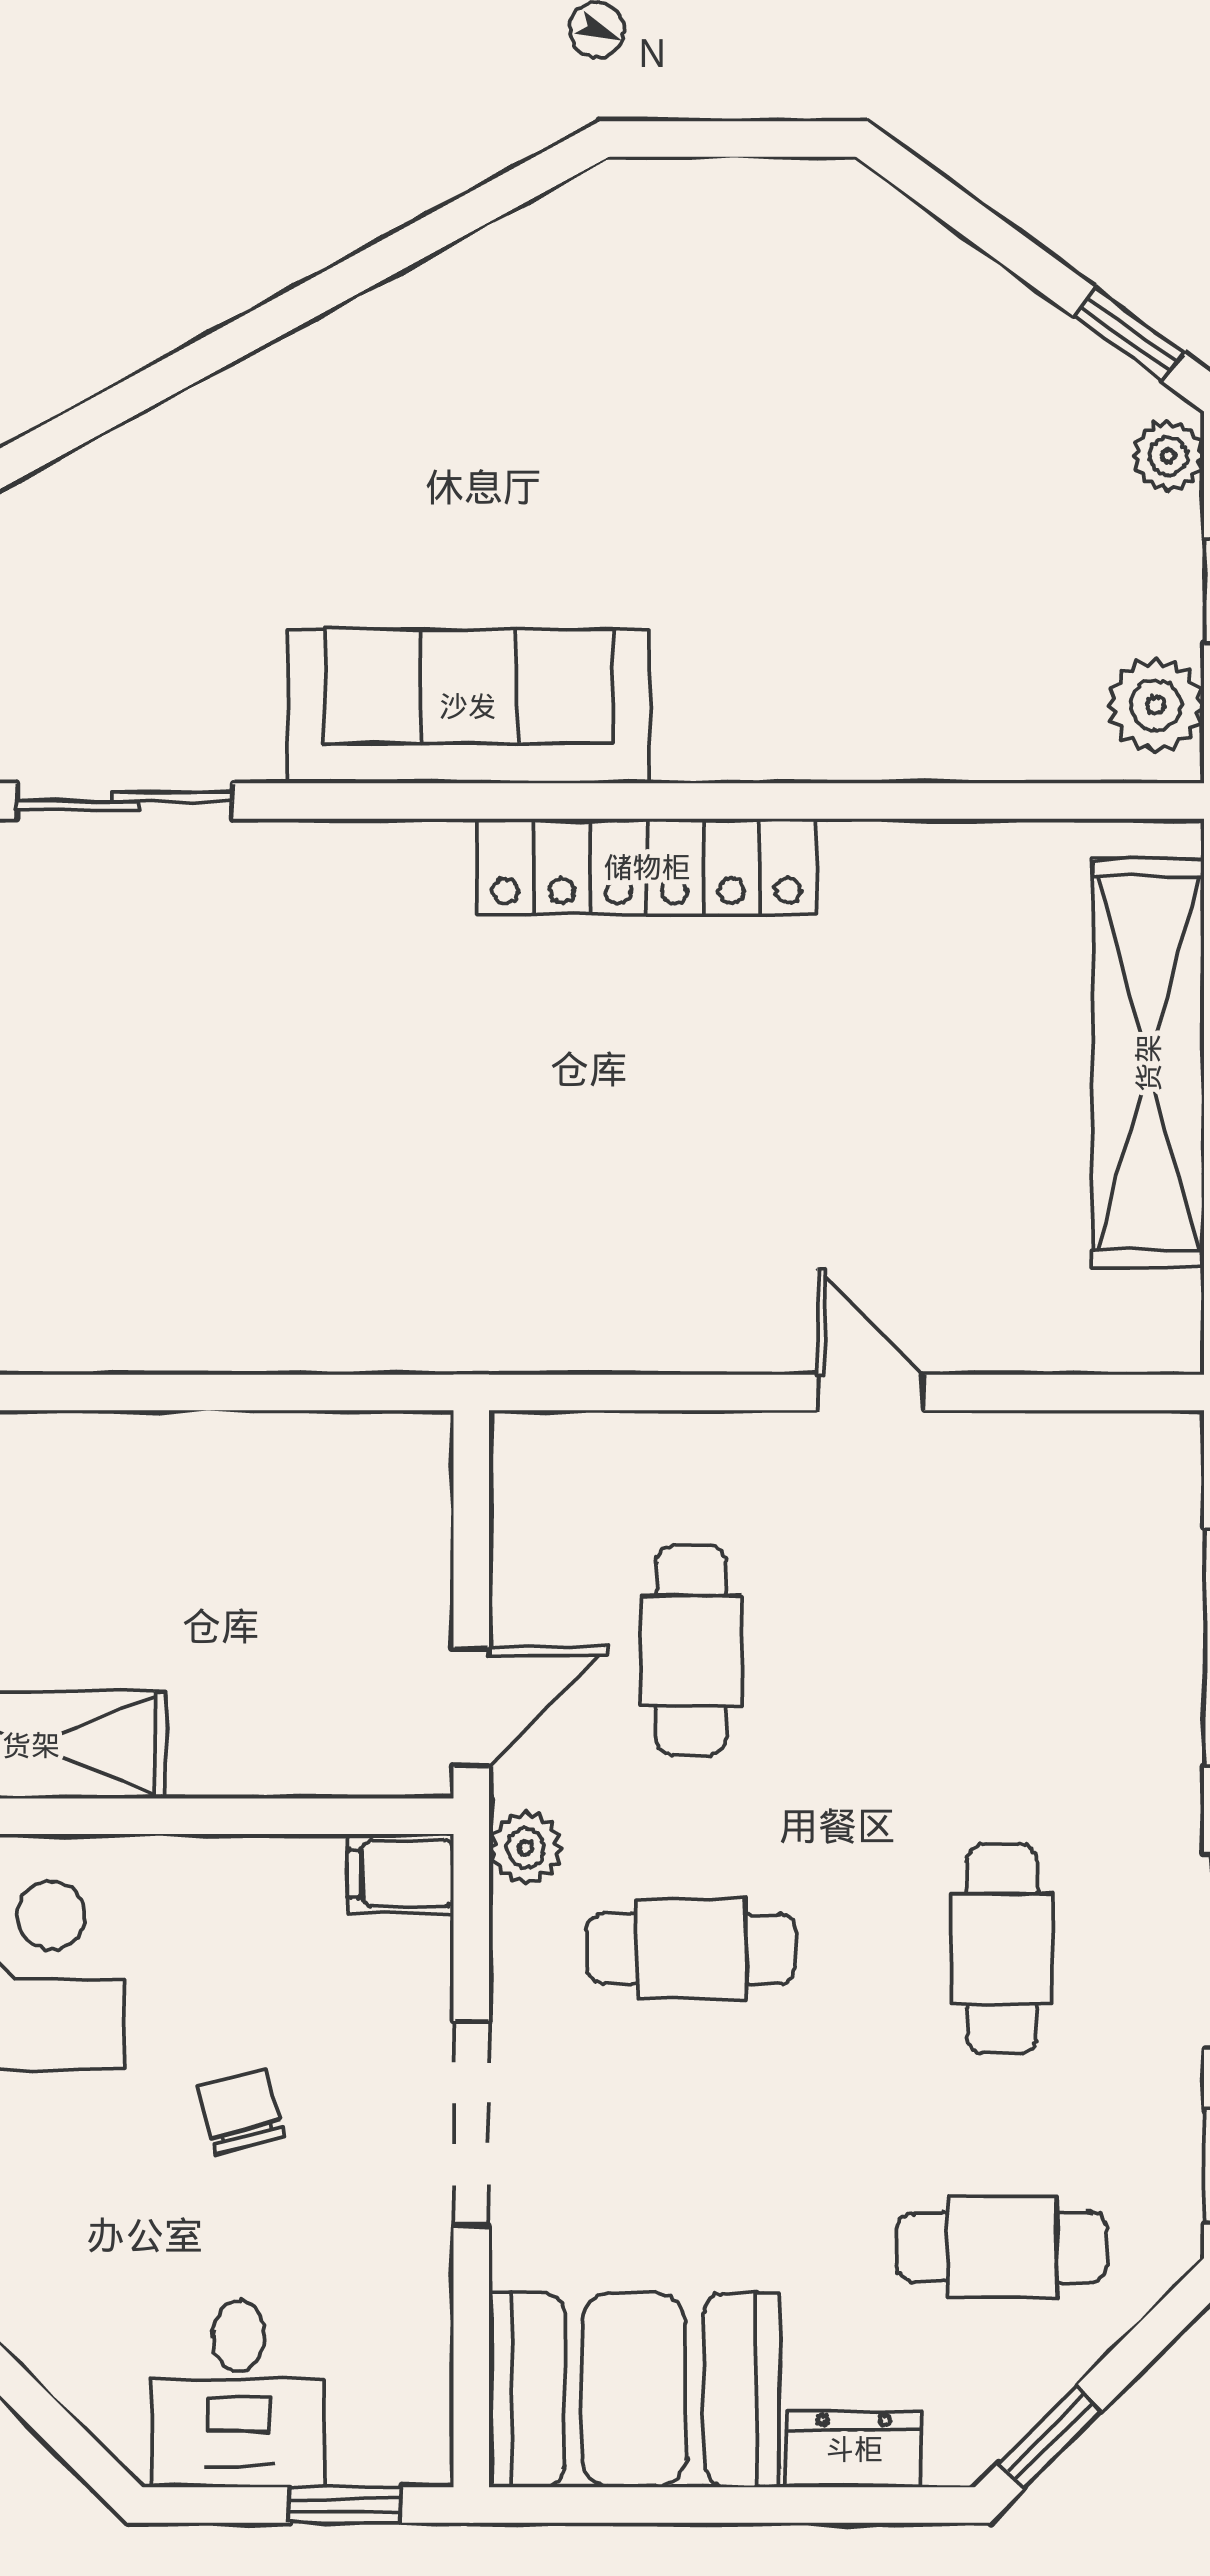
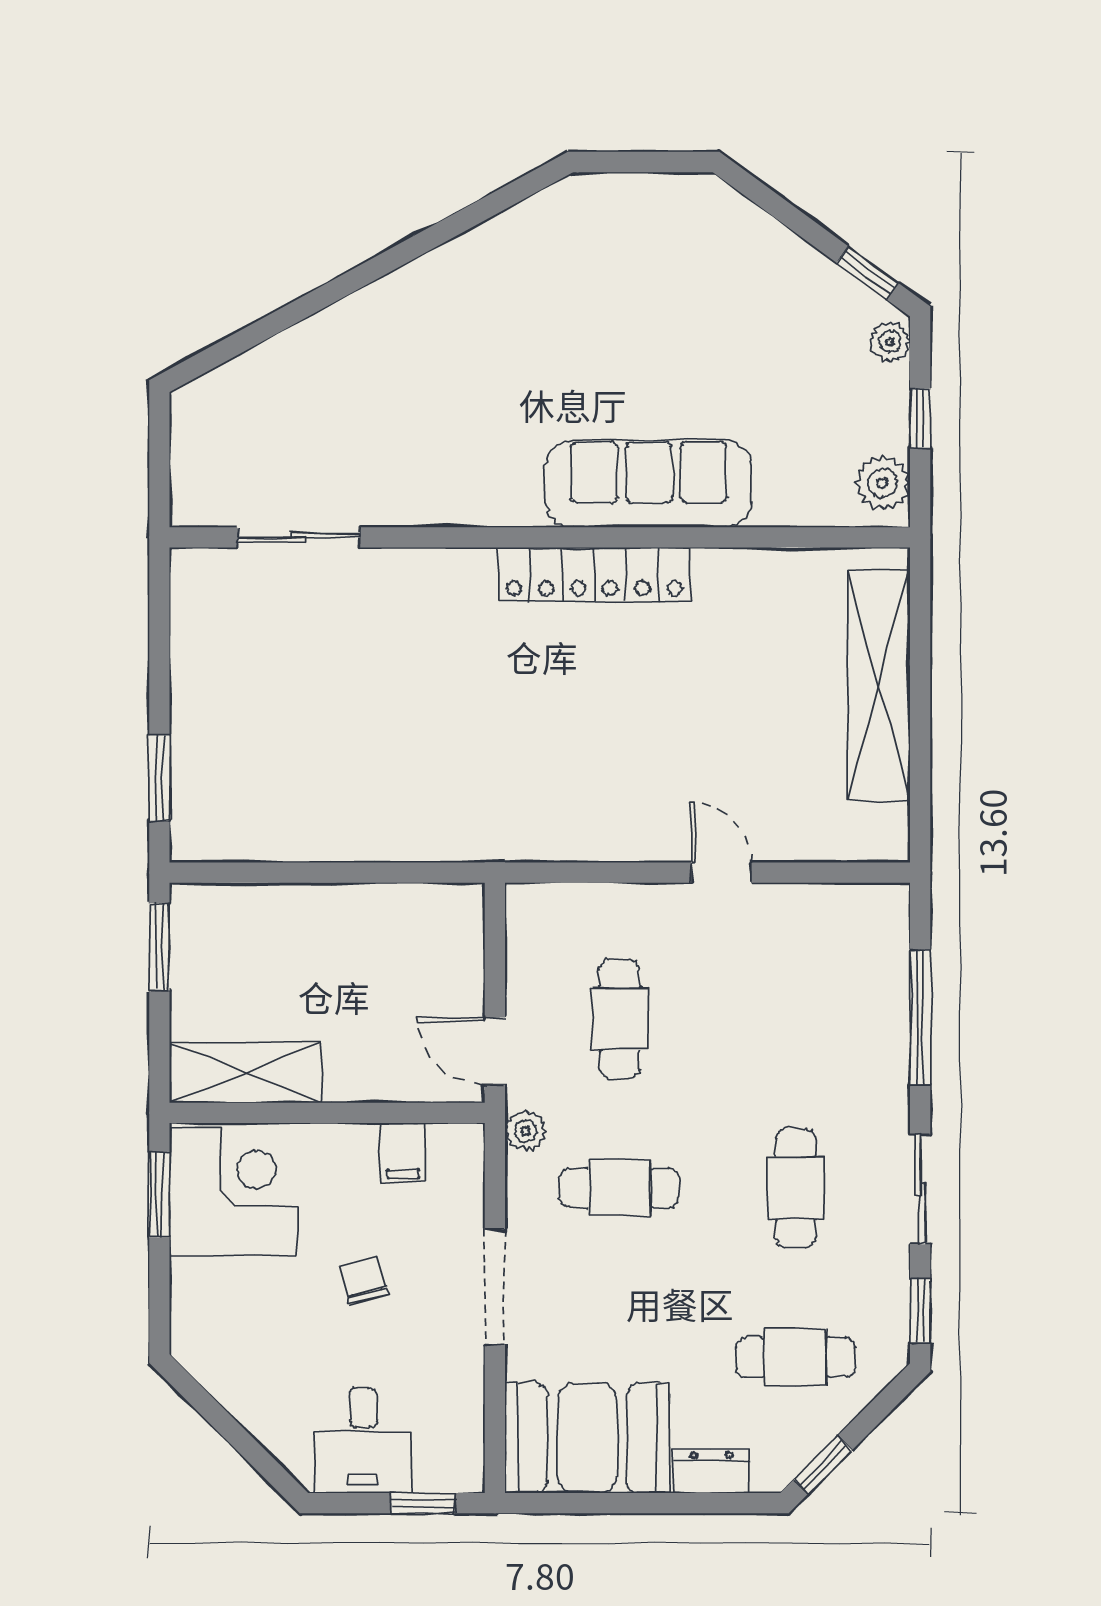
sofa: (468, 706) -> (649, 484), moved
door: (471, 1707) -> (495, 1051), swing flipped
filing cabinet: (401, 1874) -> (403, 1153), moved, turned -90

